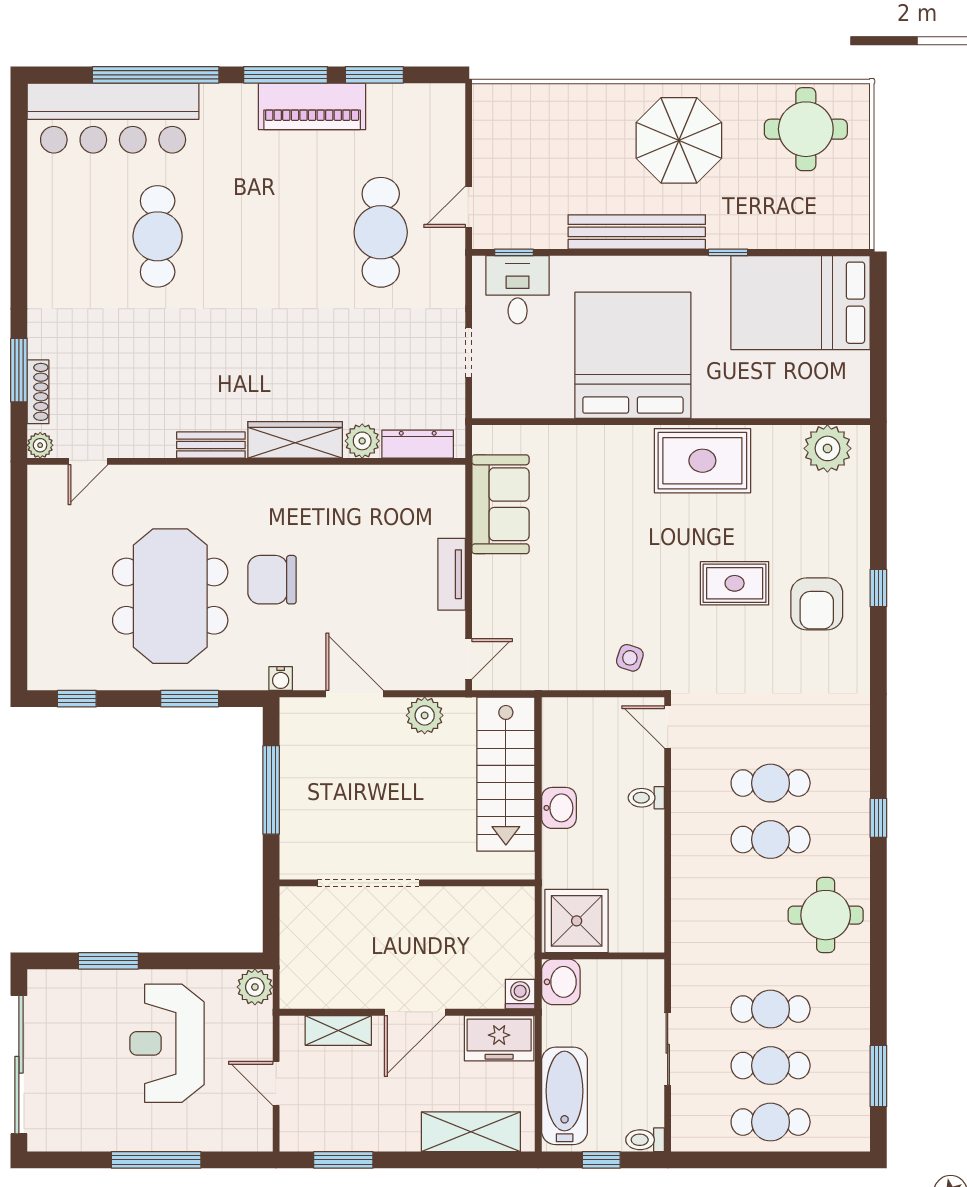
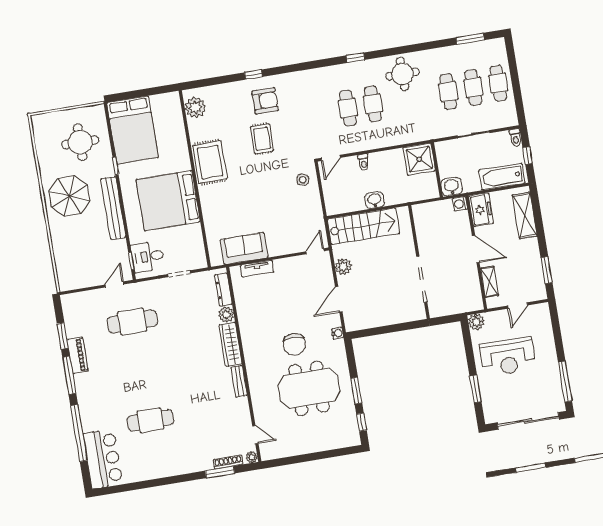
piano: (312, 106) -> (78, 355), width x0.73, depth x0.75
bar counter: (113, 118) -> (103, 459), width x0.73
round table: (806, 129) -> (80, 142), moved
door: (469, 207) -> (114, 284), swing flipped
tv unit: (452, 574) -> (257, 269), moved
door: (469, 659) -> (315, 251), hinge flipped
window: (190, 699) -> (356, 391), moved
window: (271, 790) -> (388, 329), removed
shower: (577, 921) -> (419, 159), moved
window: (156, 1160) -> (565, 382), moved

